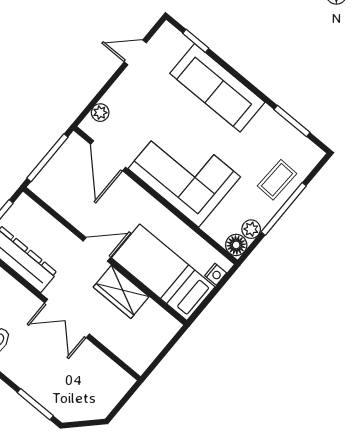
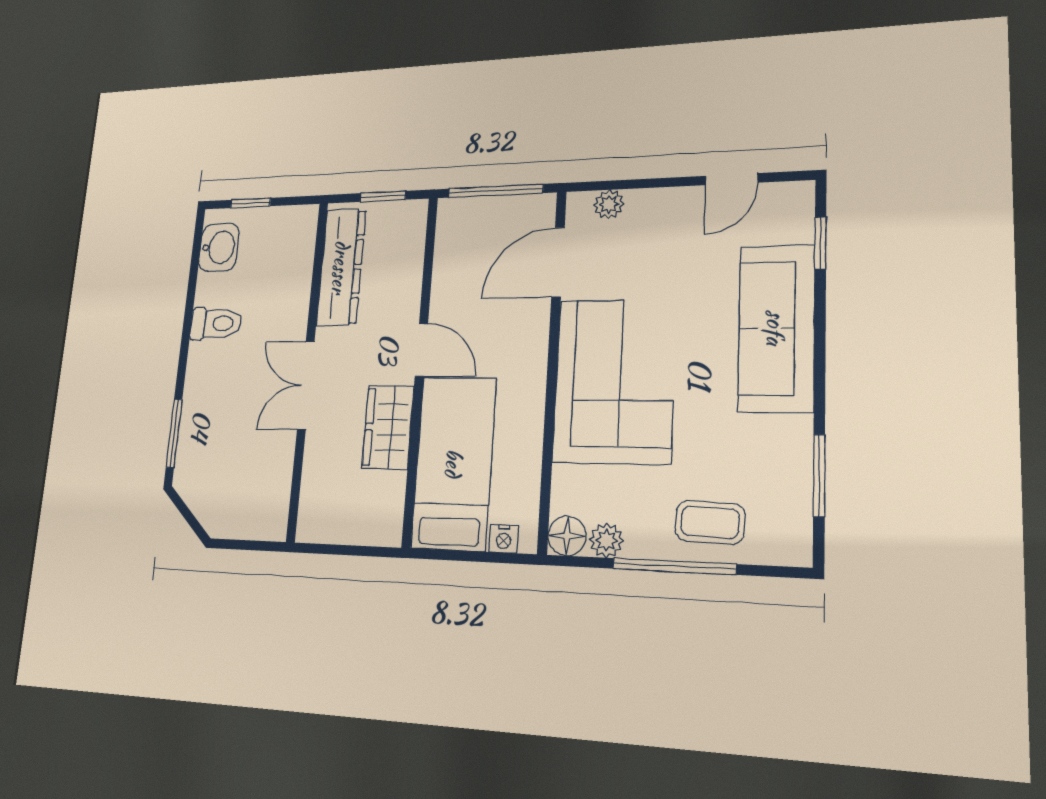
door: (135, 52) -> (732, 179), swing flipped

